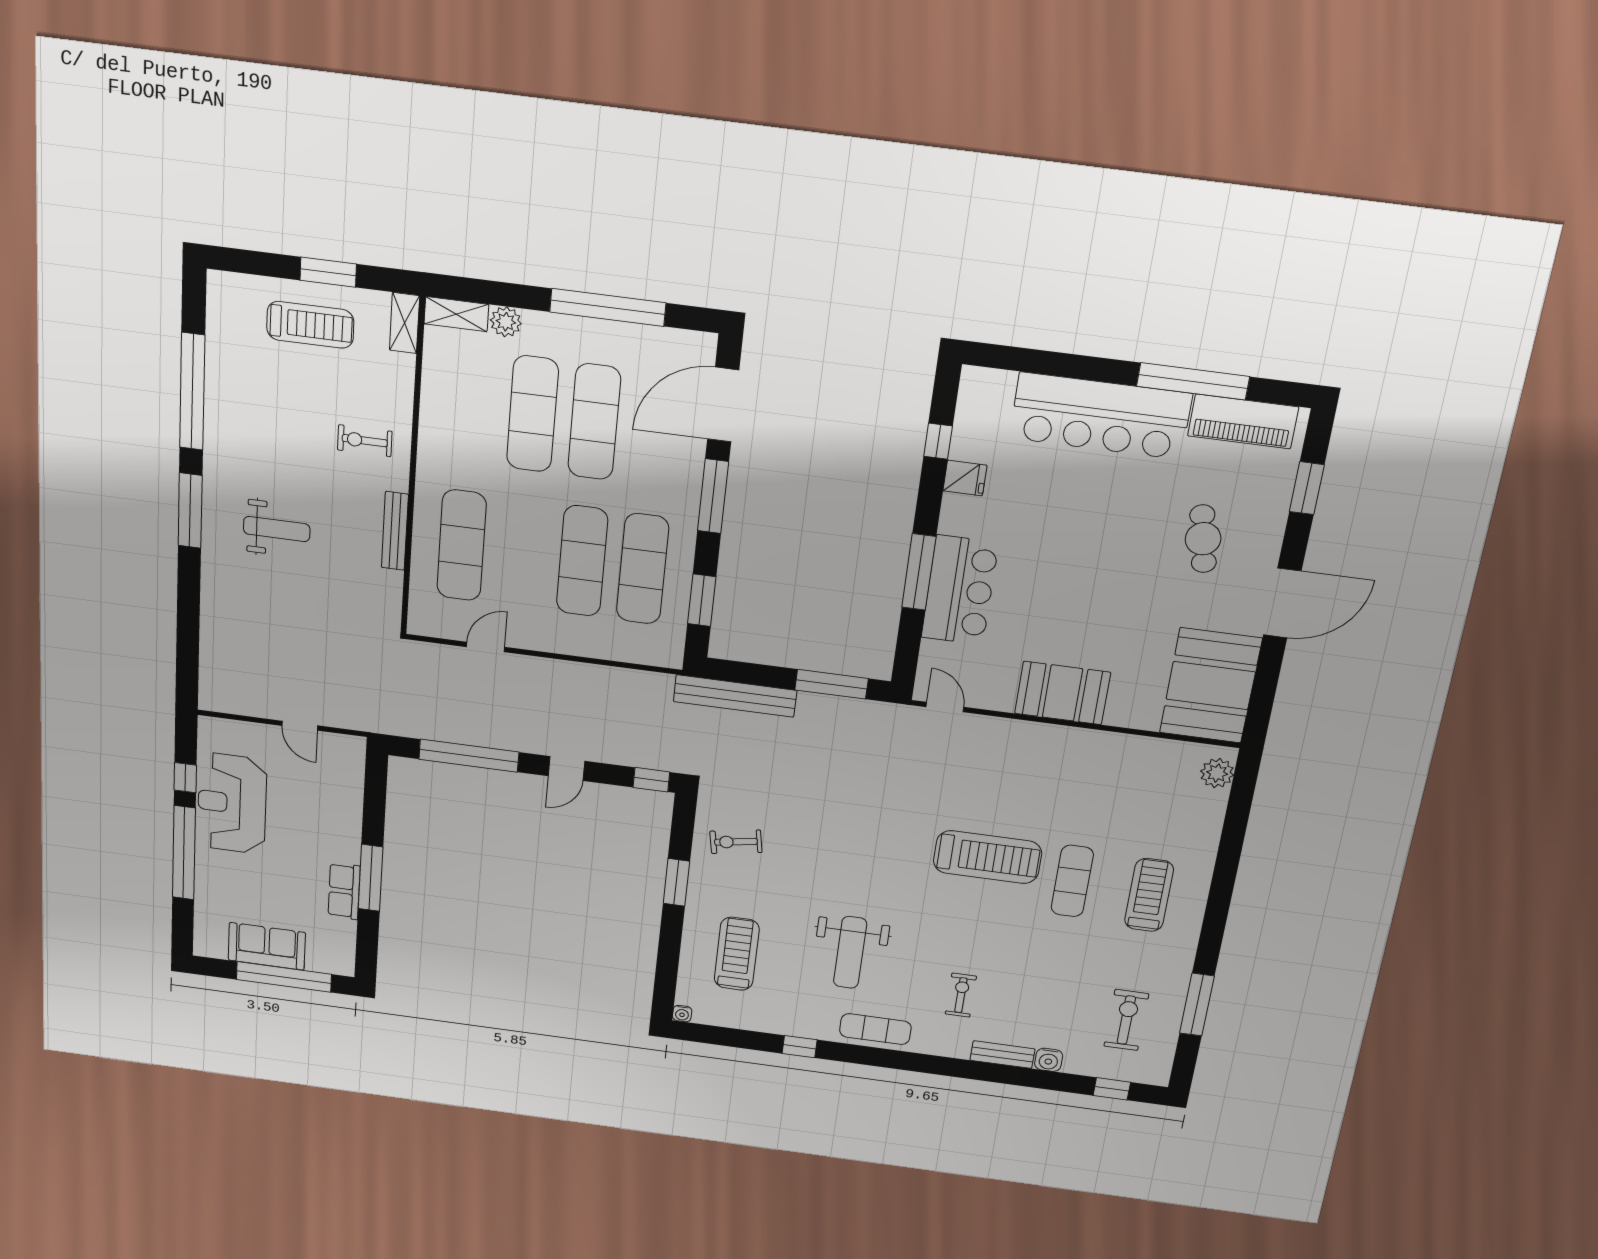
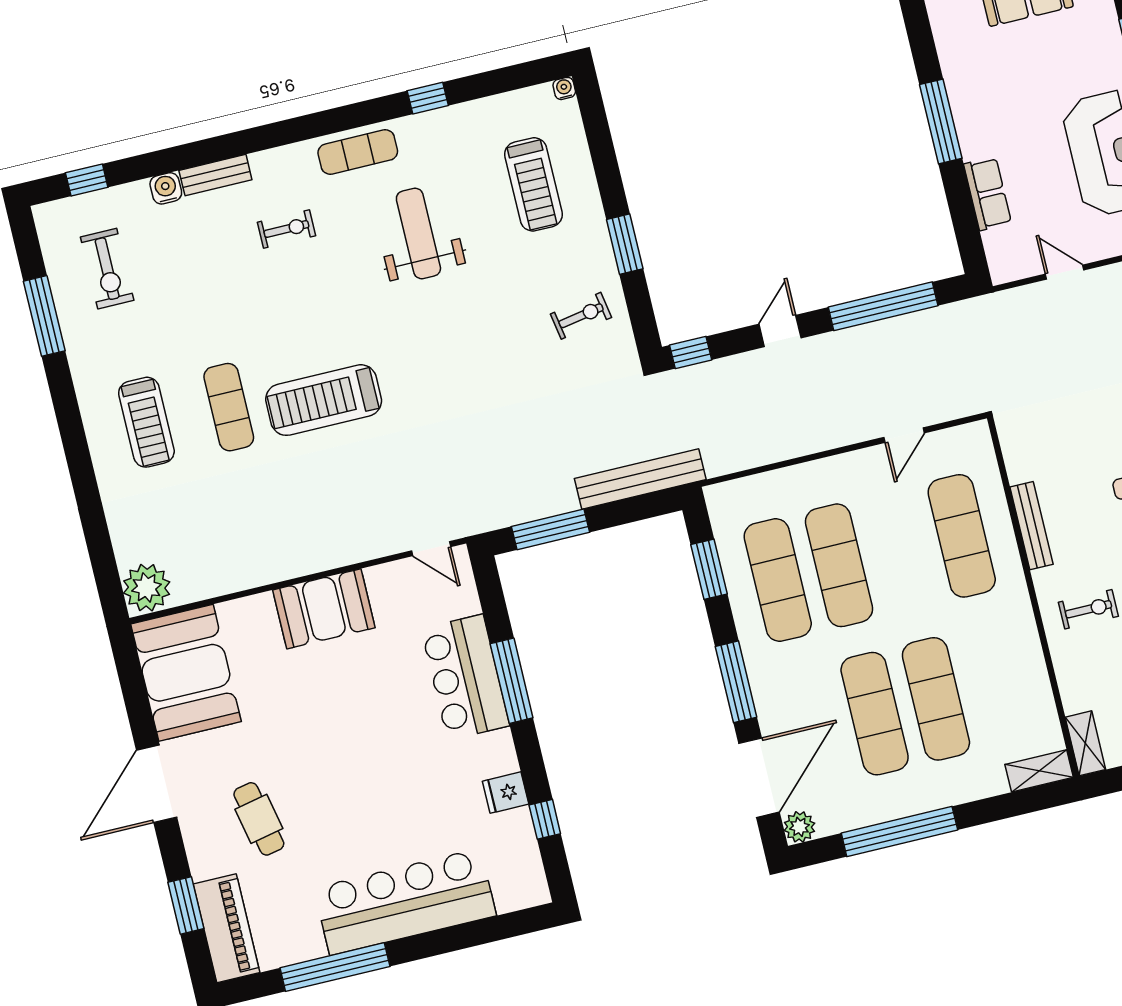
plant: (506, 322) -> (799, 827), moved
piano: (1243, 421) -> (226, 928), moved, turned 90
plant: (1217, 773) -> (147, 588), width x1.36, depth x1.36
row of seats: (344, 891) -> (988, 194), moved
exercise bike: (961, 995) -> (286, 229), turned -90

